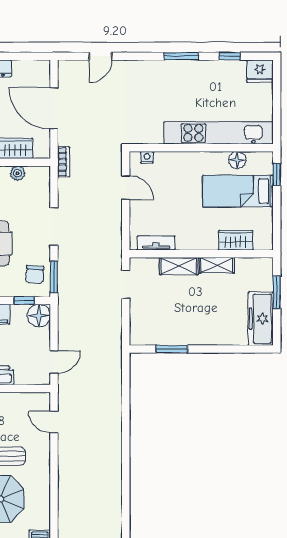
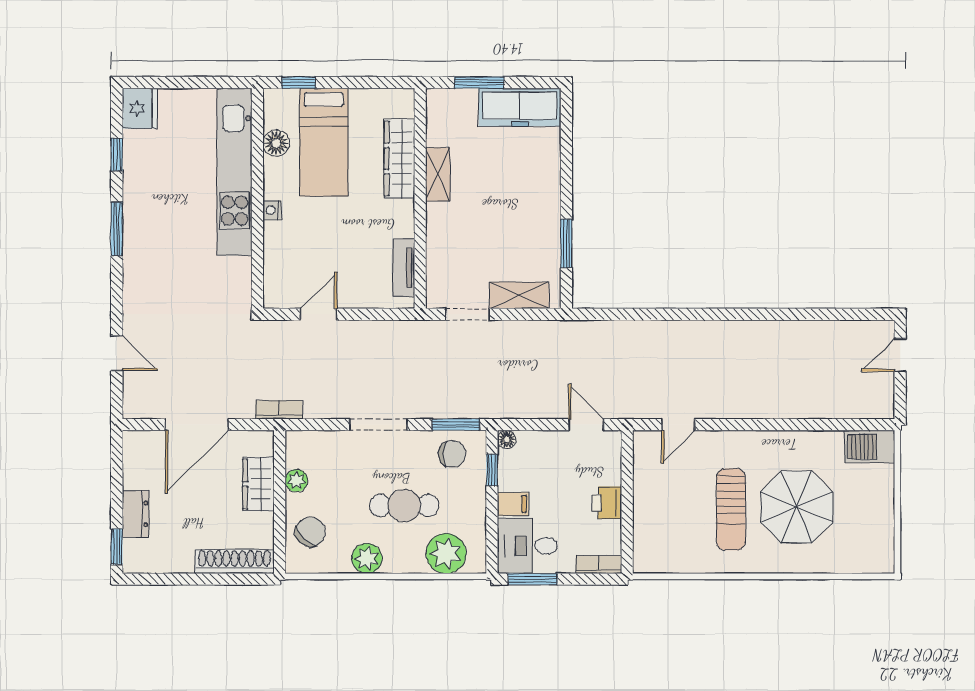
nightstand: (147, 157) -> (272, 210), moved
wardrobe: (236, 240) -> (399, 159), width x1.50
shelving: (179, 266) -> (519, 295), moved, turned 90
floor lamp: (39, 316) -> (507, 439), width x0.53, depth x0.53

